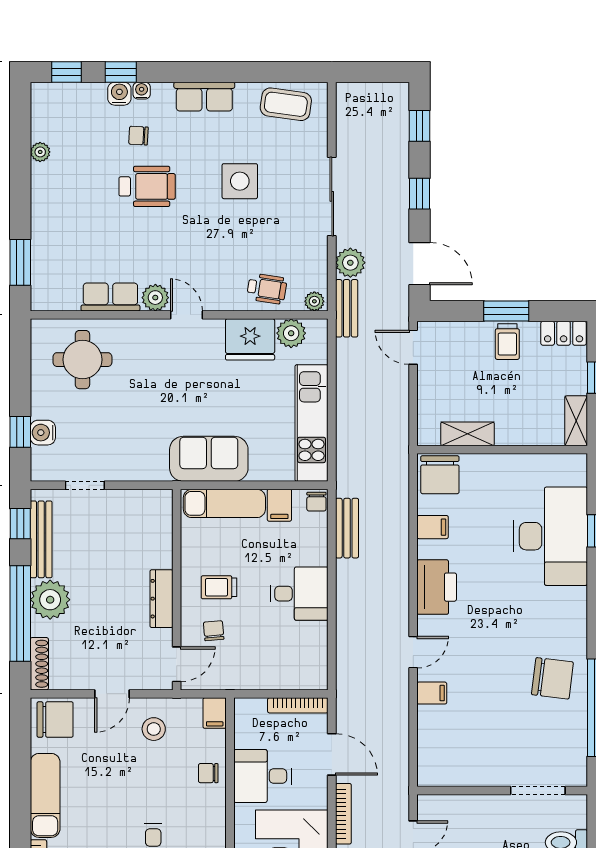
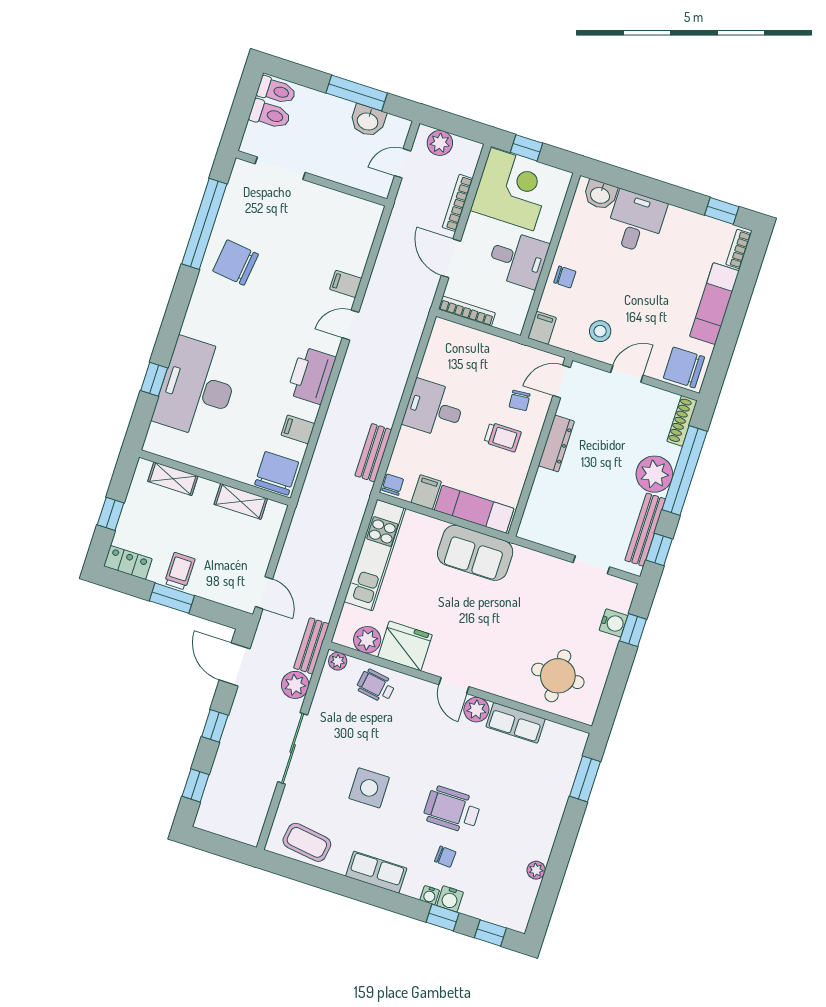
shelving: (576, 421) -> (173, 479), moved, turned 90

